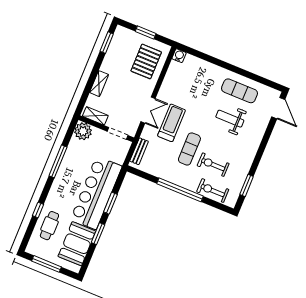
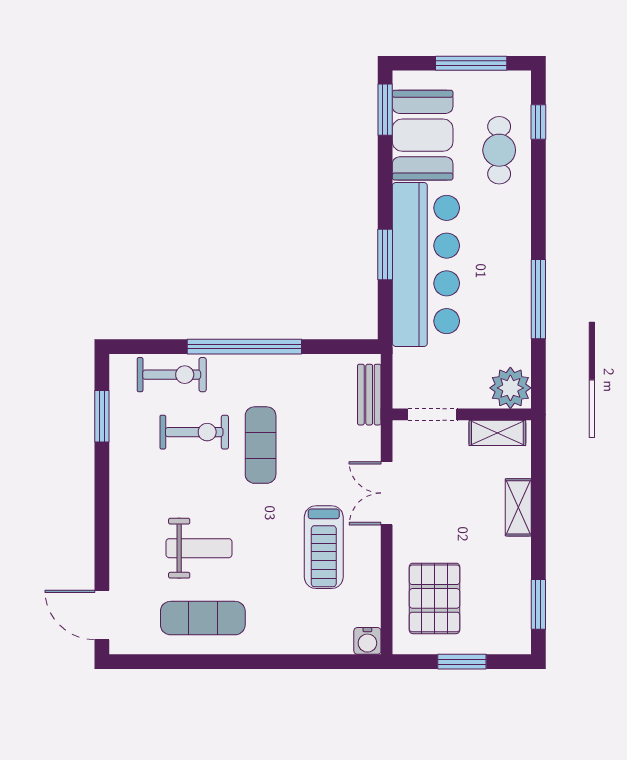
treadmill: (171, 123) -> (324, 547), moved
window: (38, 210) -> (538, 122), moved
window: (98, 234) -> (385, 110), moved

